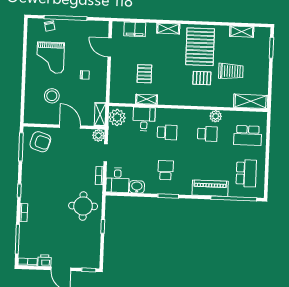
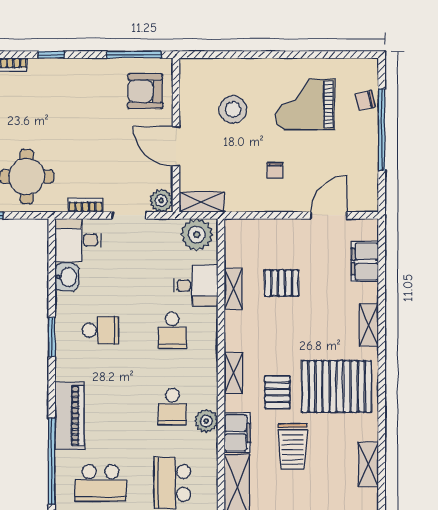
filing cabinet: (223, 100) -> (237, 433), added
shelving: (191, 101) -> (233, 373), added
door: (70, 127) -> (176, 146), swing flipped
armchair: (40, 142) -> (145, 91), turned 73

